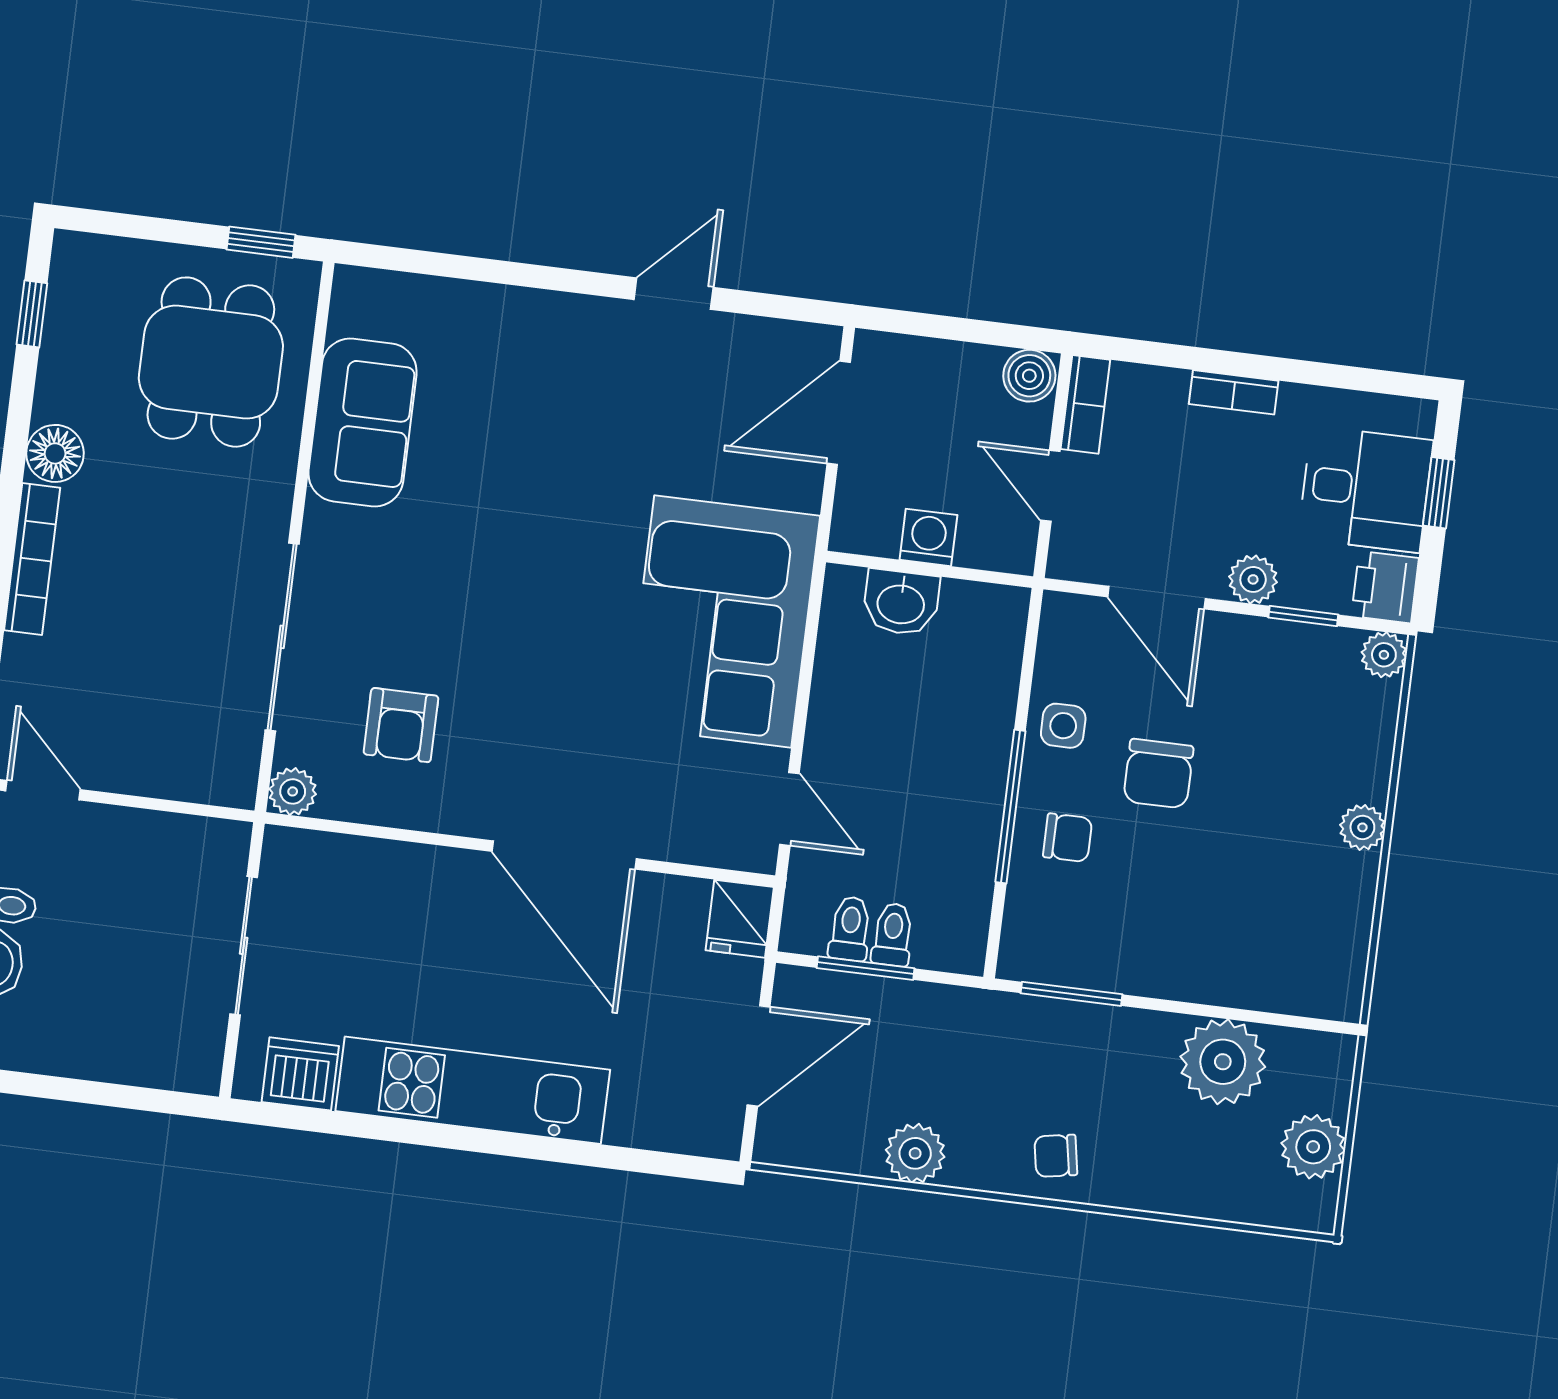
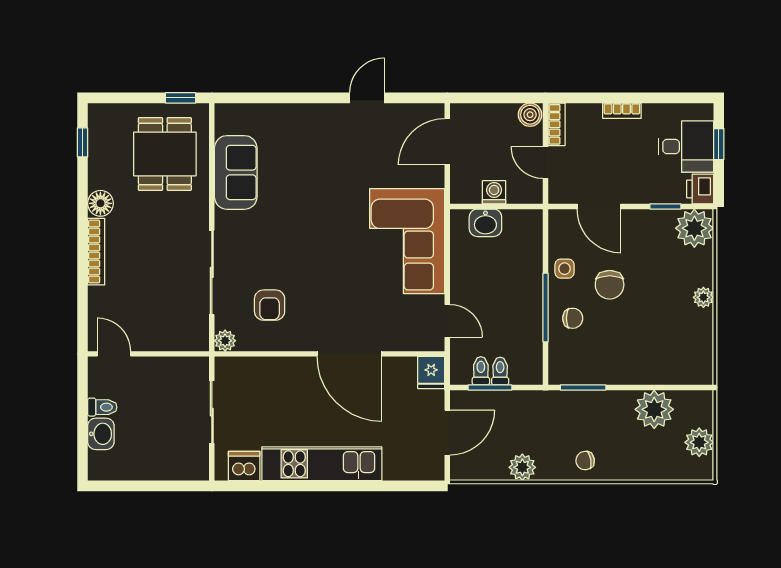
plant: (1253, 579) -> (641, 193), removed
plant: (1384, 655) -> (694, 228), width x1.88, depth x1.88

